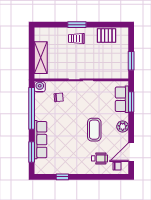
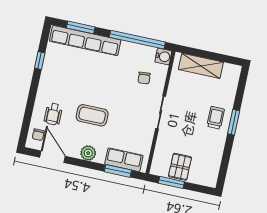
pallet: (106, 35) -> (180, 167), moved
row of seats: (40, 140) -> (85, 41), width x1.36

